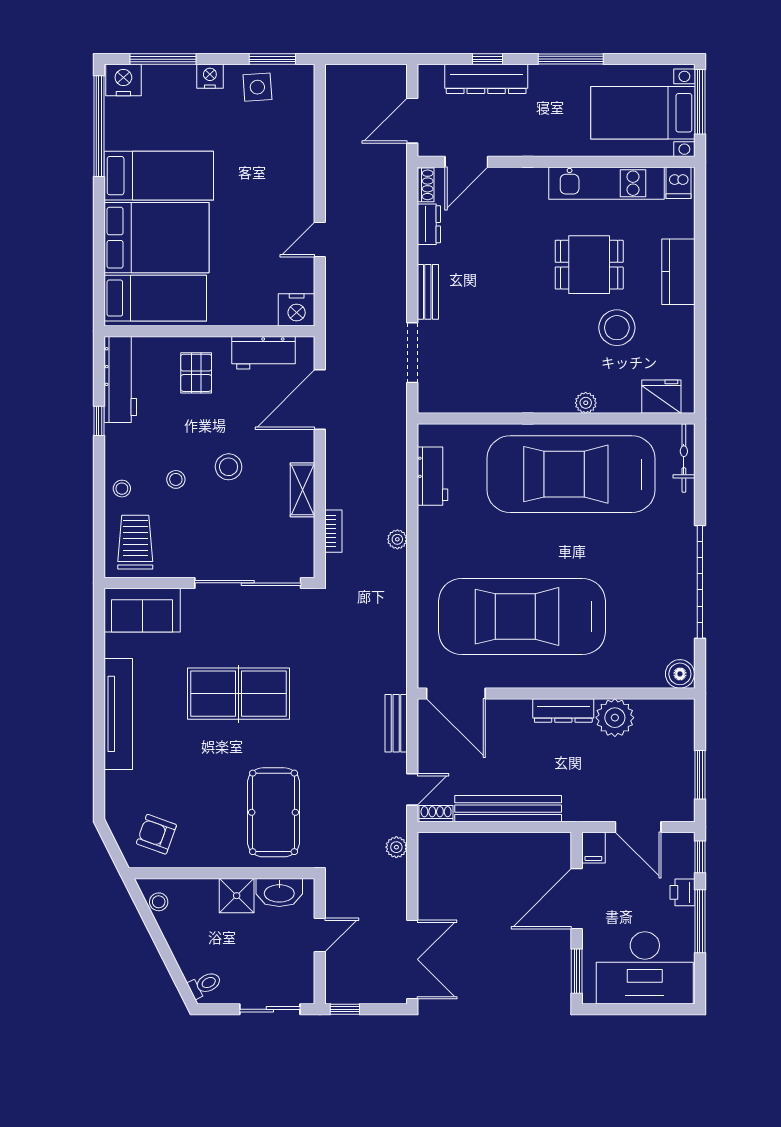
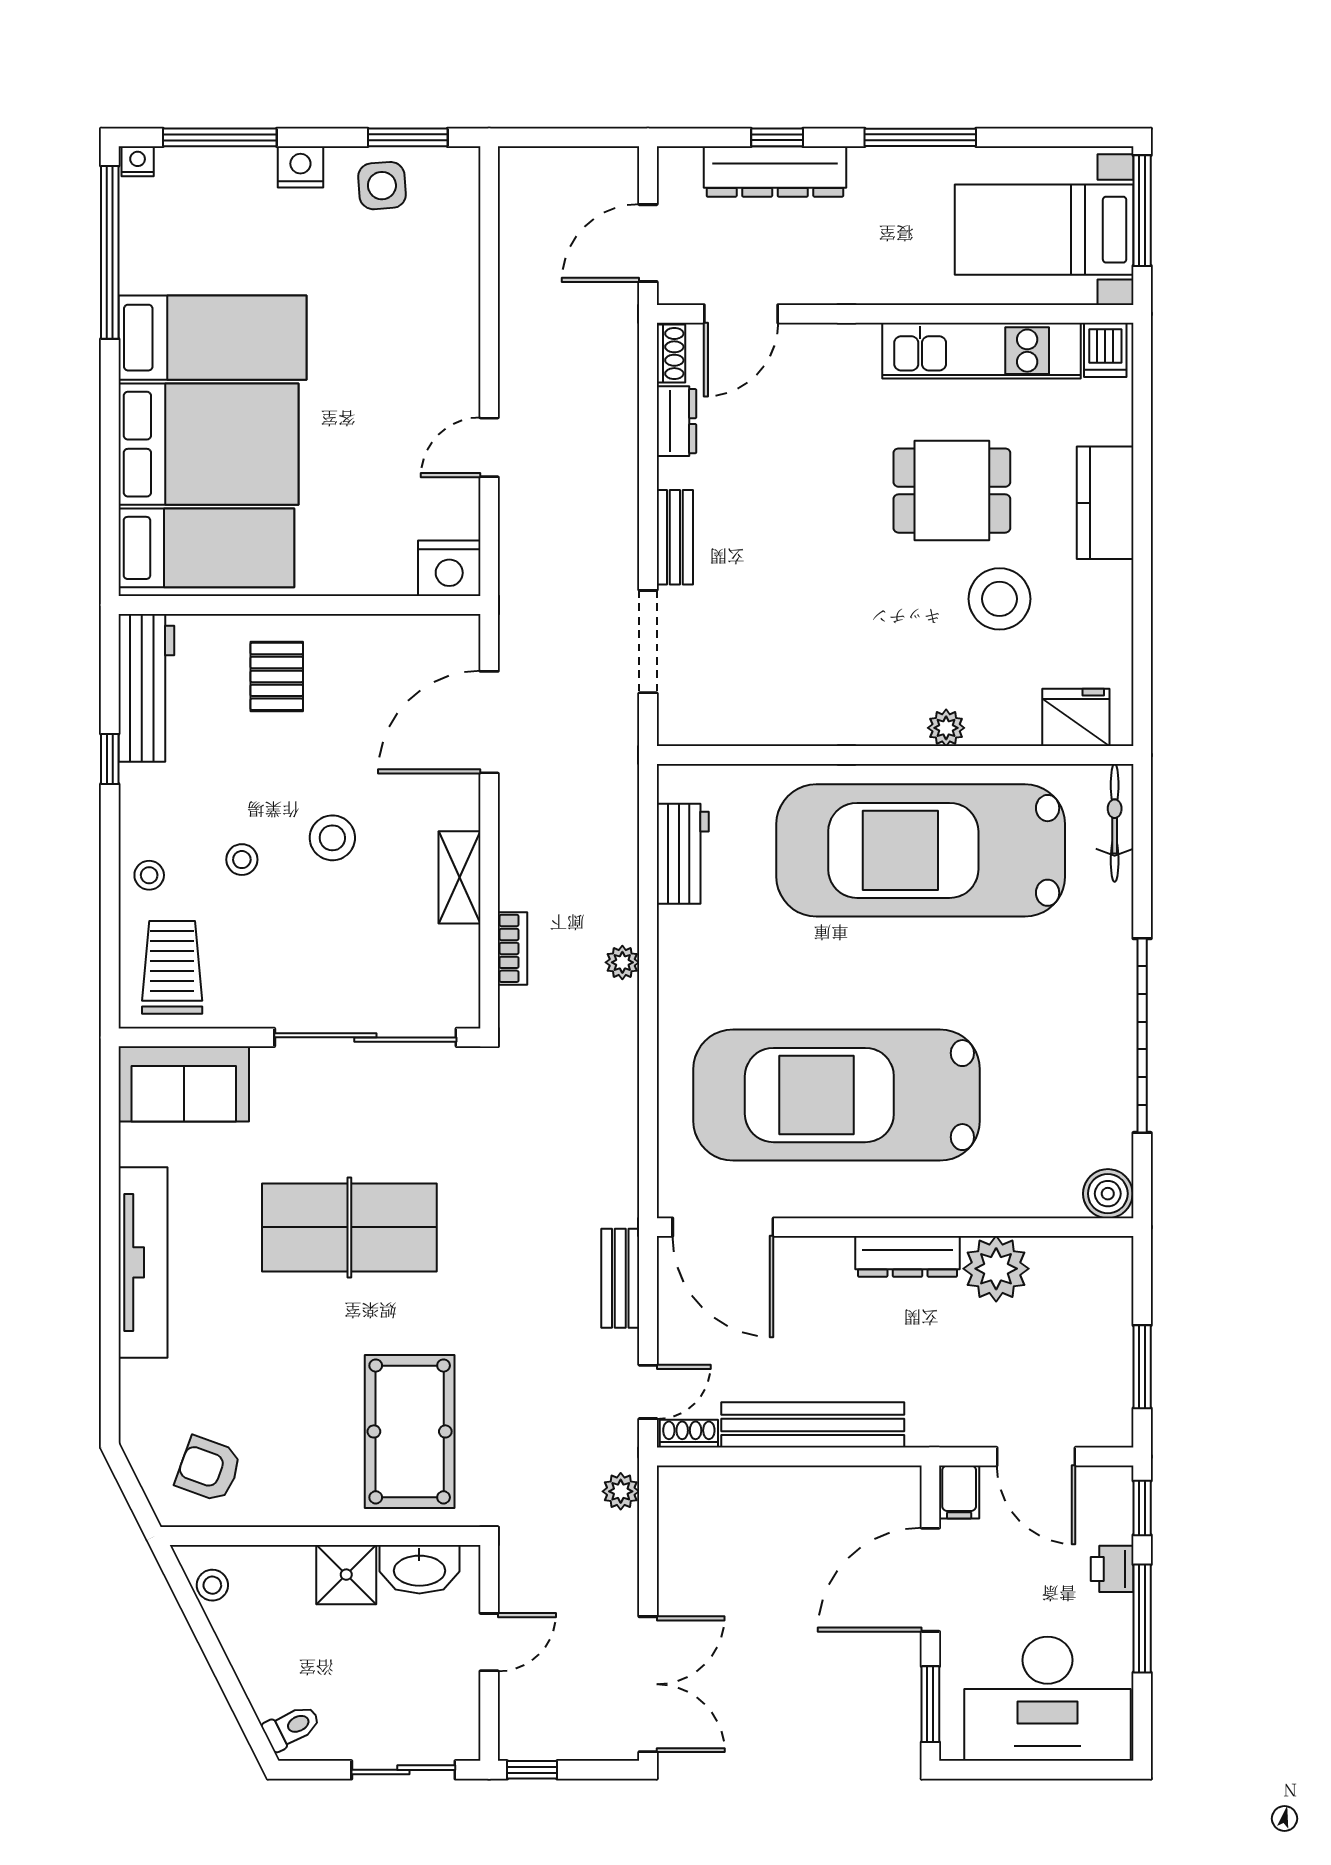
nightstand: (123, 80) -> (138, 161), width x0.53, depth x0.56
workbench: (263, 353) -> (392, 642), removed

